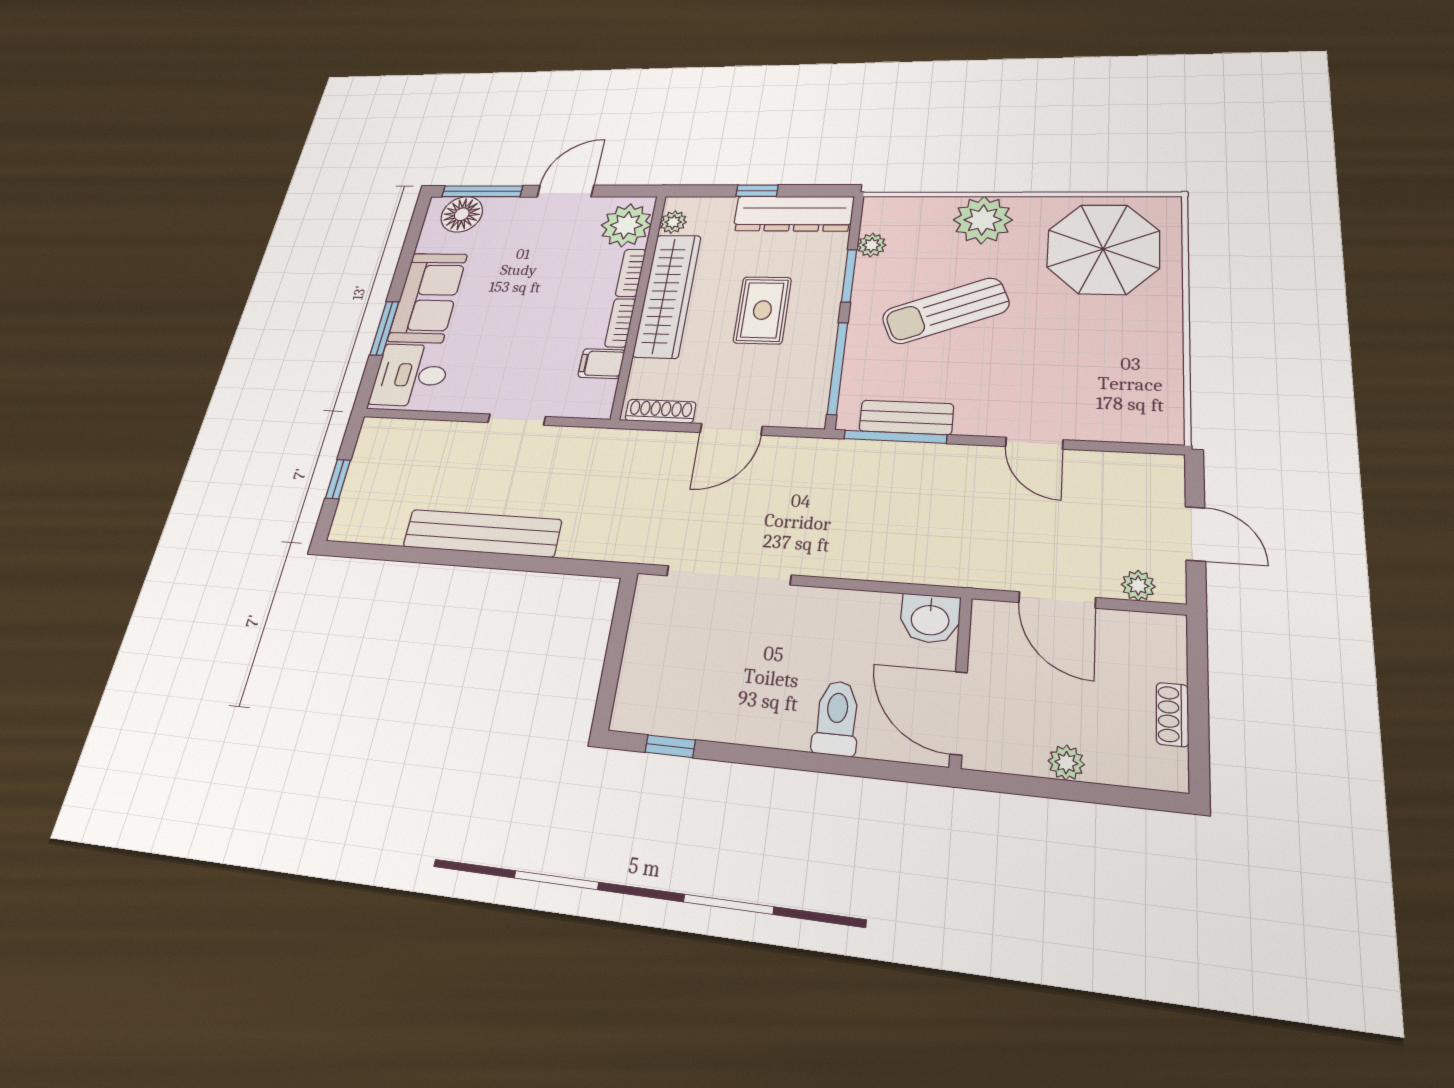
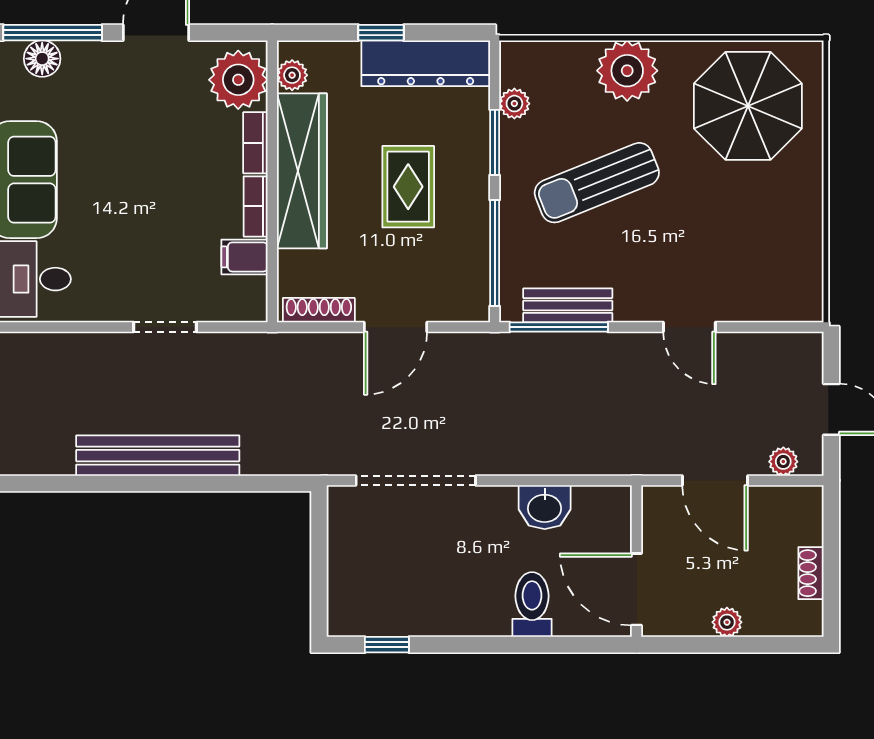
floor lamp: (462, 214) -> (42, 59), width x0.73, depth x0.73
washbasin: (930, 619) -> (545, 507), moved

